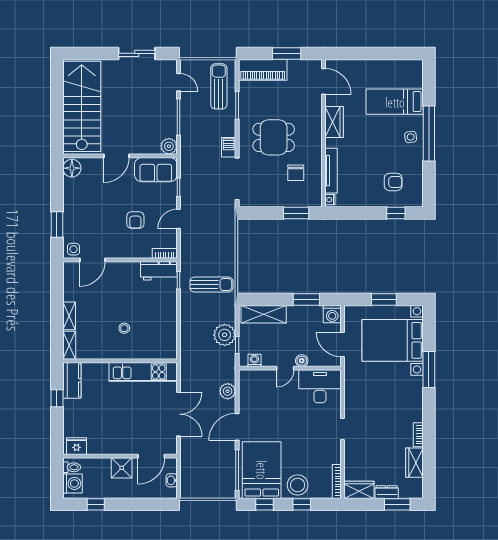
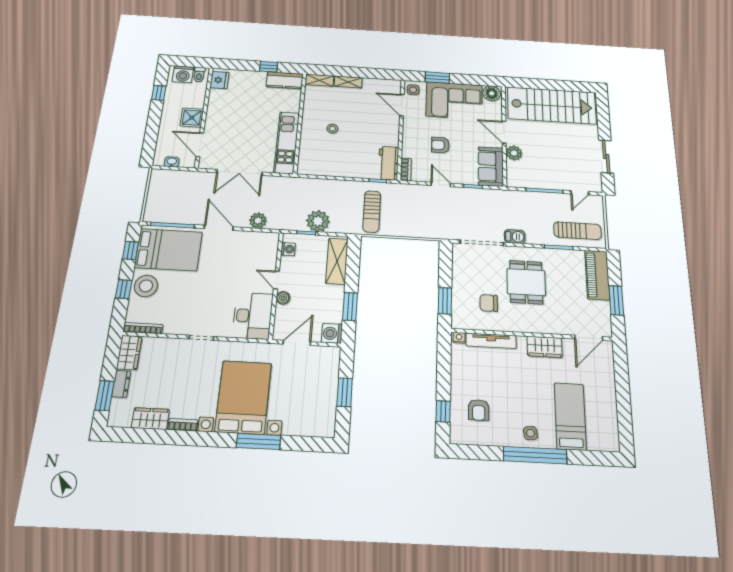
plant: (169, 146) -> (514, 153), moved
corner sofa: (83, 207) -> (454, 101), added
bed with nightstands: (393, 340) -> (243, 397), moved

